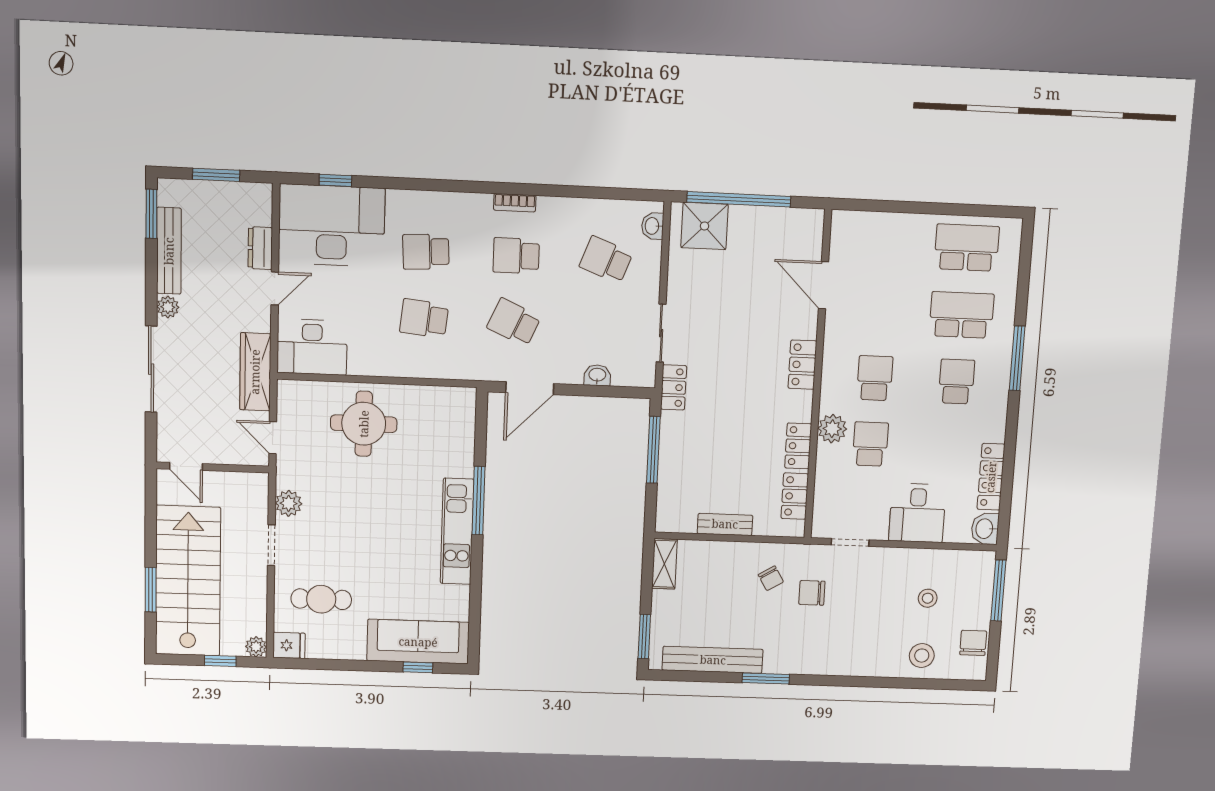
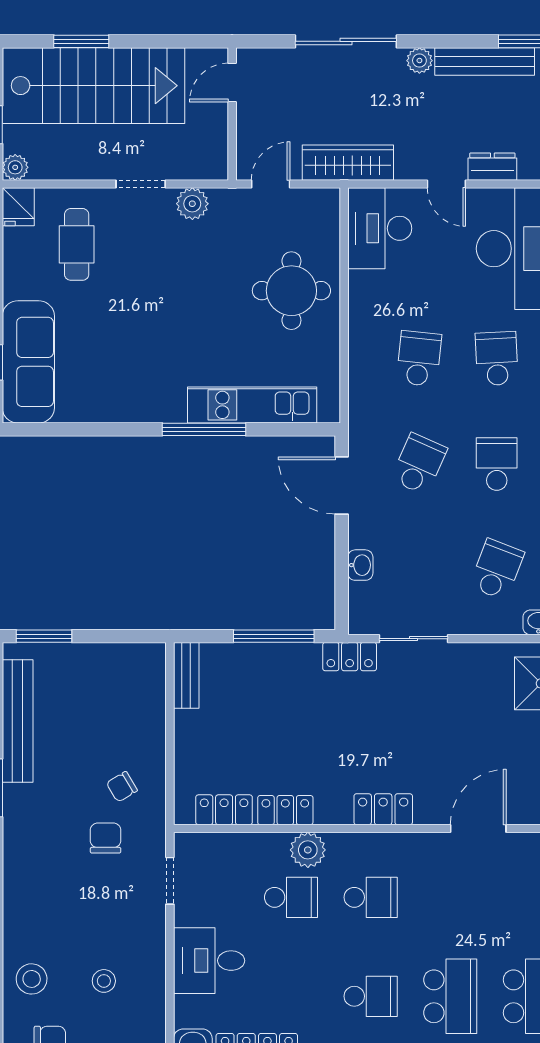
bench: (725, 524) -> (186, 675), moved
kitchen unit: (457, 531) -> (252, 405), moved
shelving: (664, 564) -> (135, 656), removed

